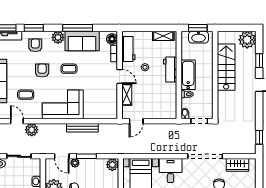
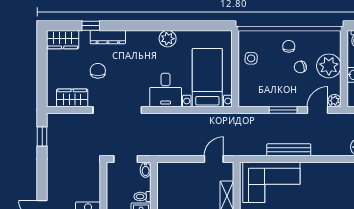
corner sofa: (63, 104) -> (271, 182), moved
door: (62, 156) -> (318, 110), hinge flipped
plant: (75, 163) -> (335, 101), moved
plant: (112, 165) -> (247, 98), removed

